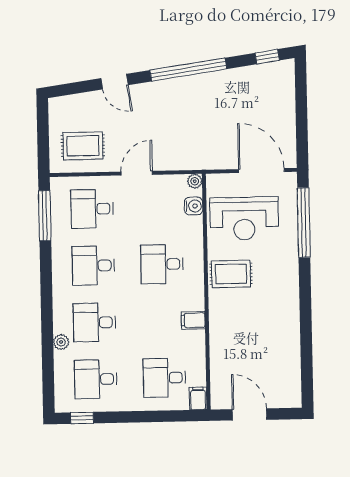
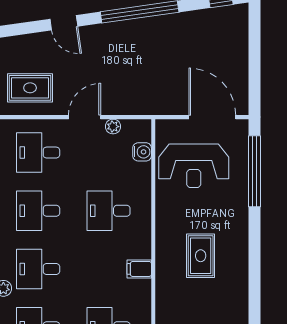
plant: (195, 181) -> (113, 127), moved
rug: (231, 274) -> (201, 256), moved, turned 90

